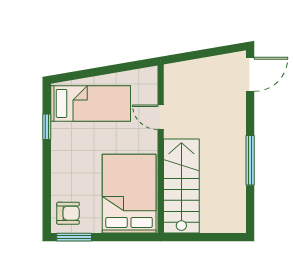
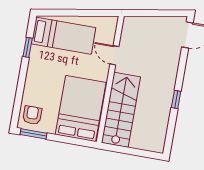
window: (250, 160) -> (176, 100), width x0.46
armchair: (68, 213) -> (32, 115), turned -90

